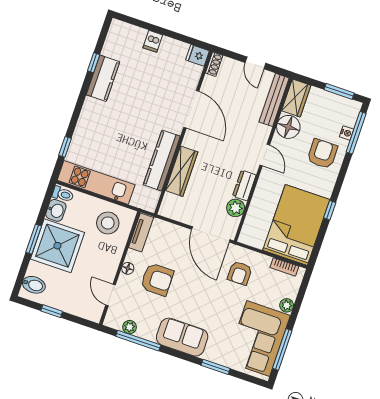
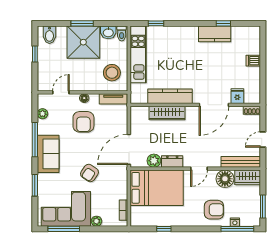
fridge: (197, 55) -> (237, 96), moved
window: (330, 210) -> (164, 229), moved
bed: (296, 225) -> (157, 188), moved
armchair: (240, 273) -> (89, 173), moved, turned -56
window: (138, 341) -> (35, 140), moved

